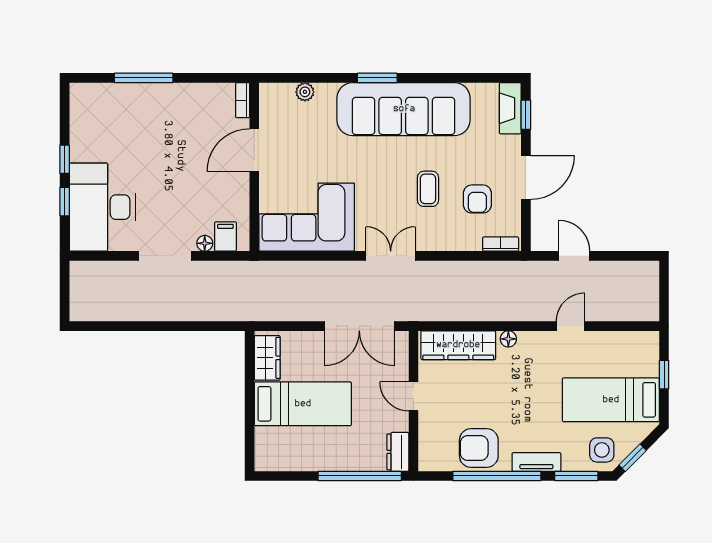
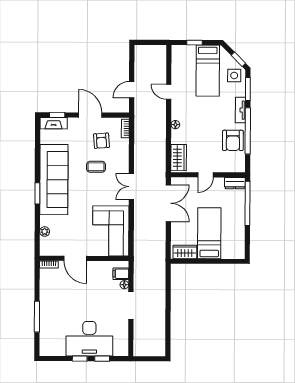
armchair: (477, 199) -> (101, 141), turned 86
desk: (102, 207) -> (89, 339), moved
wardrobe: (458, 345) -> (179, 158), width x0.67

